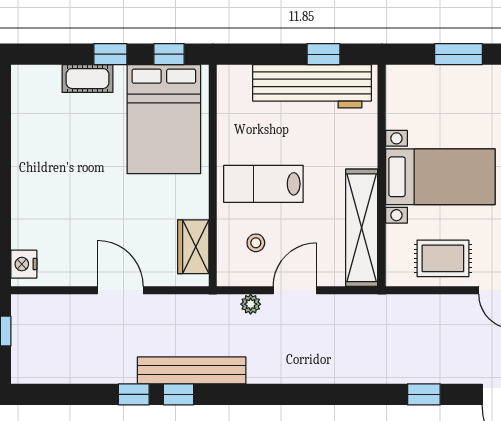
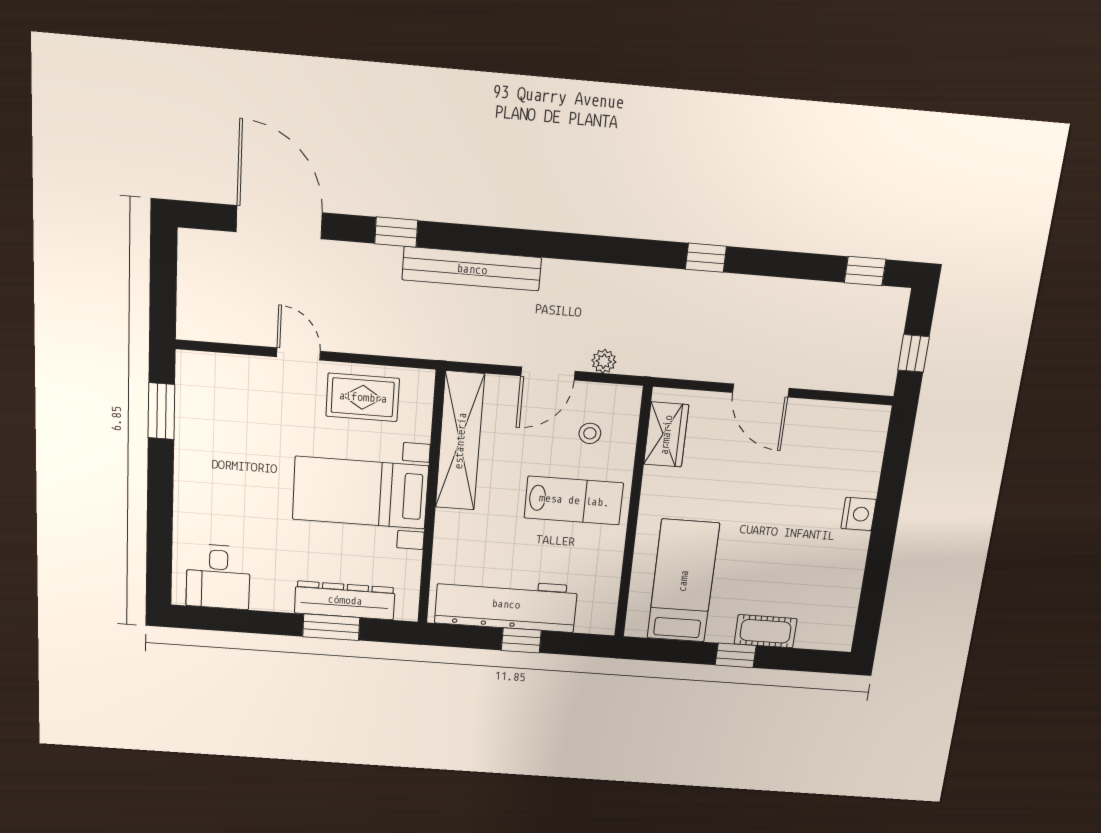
window: (169, 54) -> (668, 651), removed
window: (323, 54) -> (521, 640), moved
dresser: (448, 80) -> (345, 600), added
bed: (164, 119) -> (683, 581), width x0.67
nightstand: (24, 264) -> (858, 514), moved
bench: (192, 370) -> (472, 269), moved
window: (134, 394) -> (865, 271), moved

